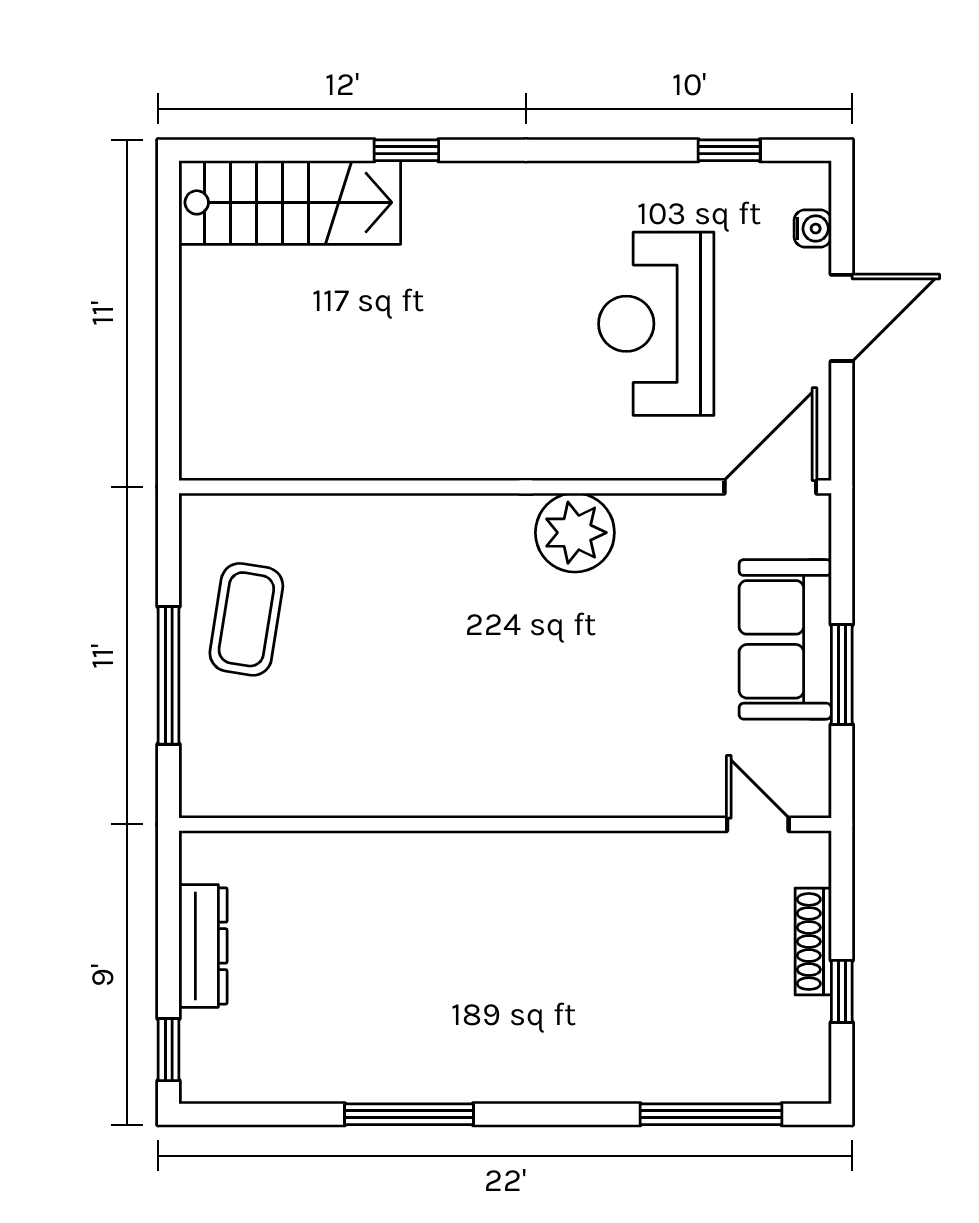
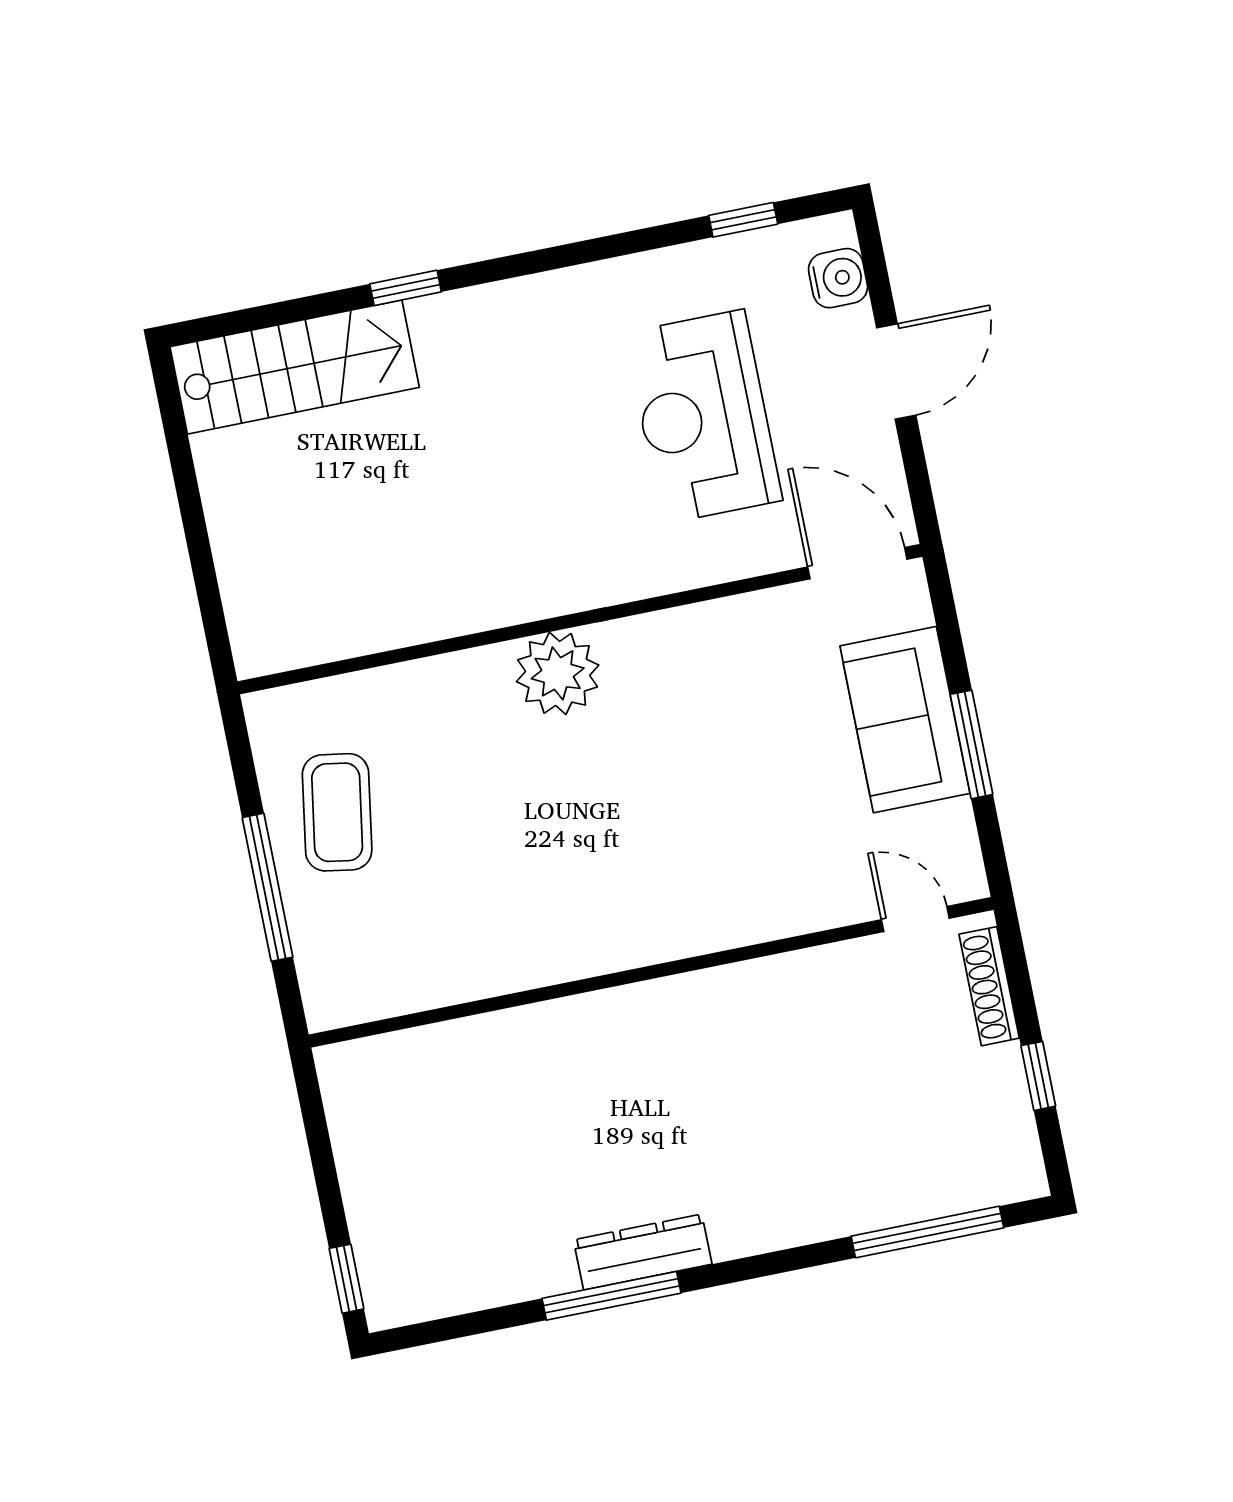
water cooler: (813, 229) -> (838, 278), width x1.38, depth x1.38
door: (770, 487) -> (857, 563), hinge flipped
plant: (575, 533) -> (558, 673), moved
shoe rack: (813, 941) -> (989, 986), moved
dresser: (203, 946) -> (643, 1252), moved, turned -90

